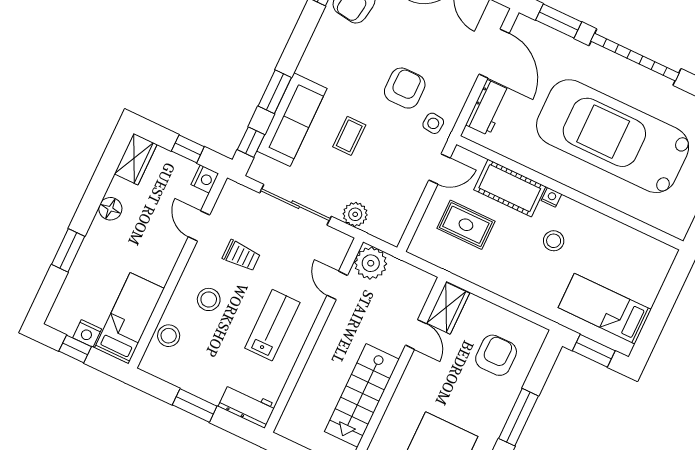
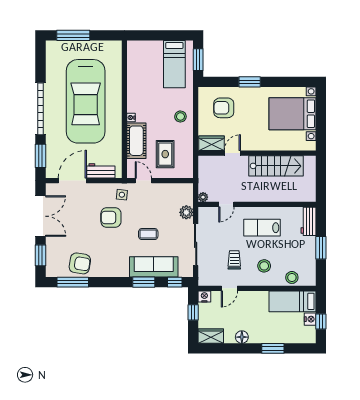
stool: (554, 241) -> (180, 116), moved
plant: (371, 263) -> (203, 197), width x0.53, depth x0.53
window: (518, 417) -> (250, 82), width x0.69

